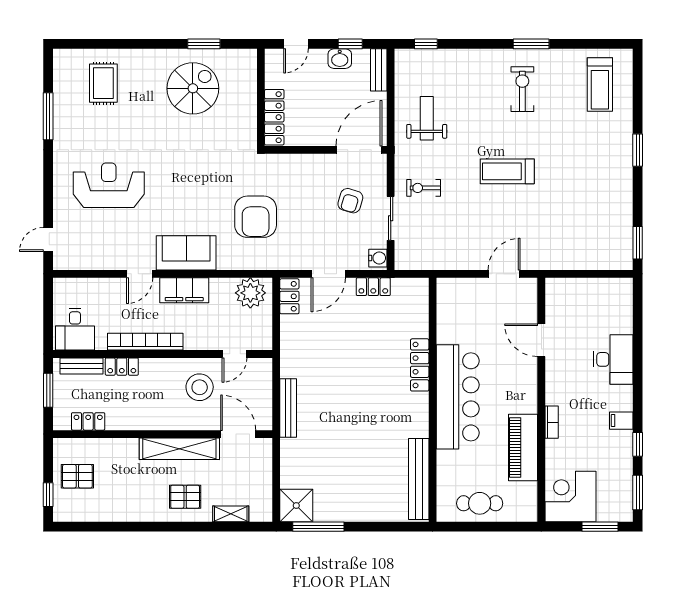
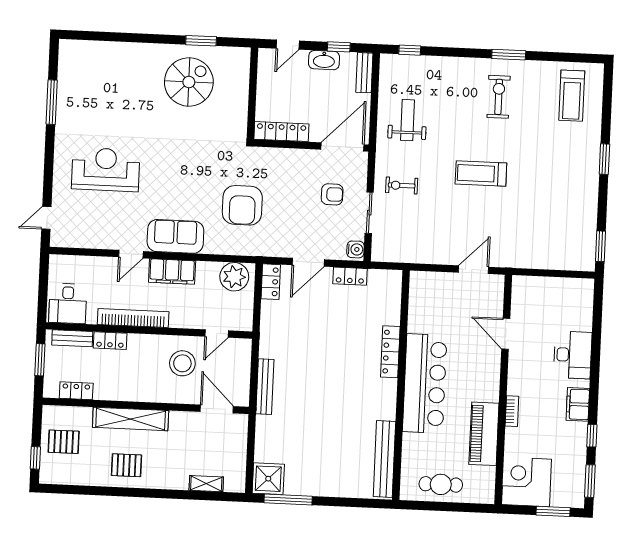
washbasin: (340, 59) -> (324, 60), width x1.38
rug: (103, 83) -> (105, 73), removed
locker: (274, 117) -> (281, 132), moved, turned -90
armchair: (350, 201) -> (332, 194), turned -107
filing cabinet: (621, 421) -> (578, 404), width x2.00
shelving: (179, 449) -> (131, 419), moved
pallet: (185, 497) -> (126, 465), moved

